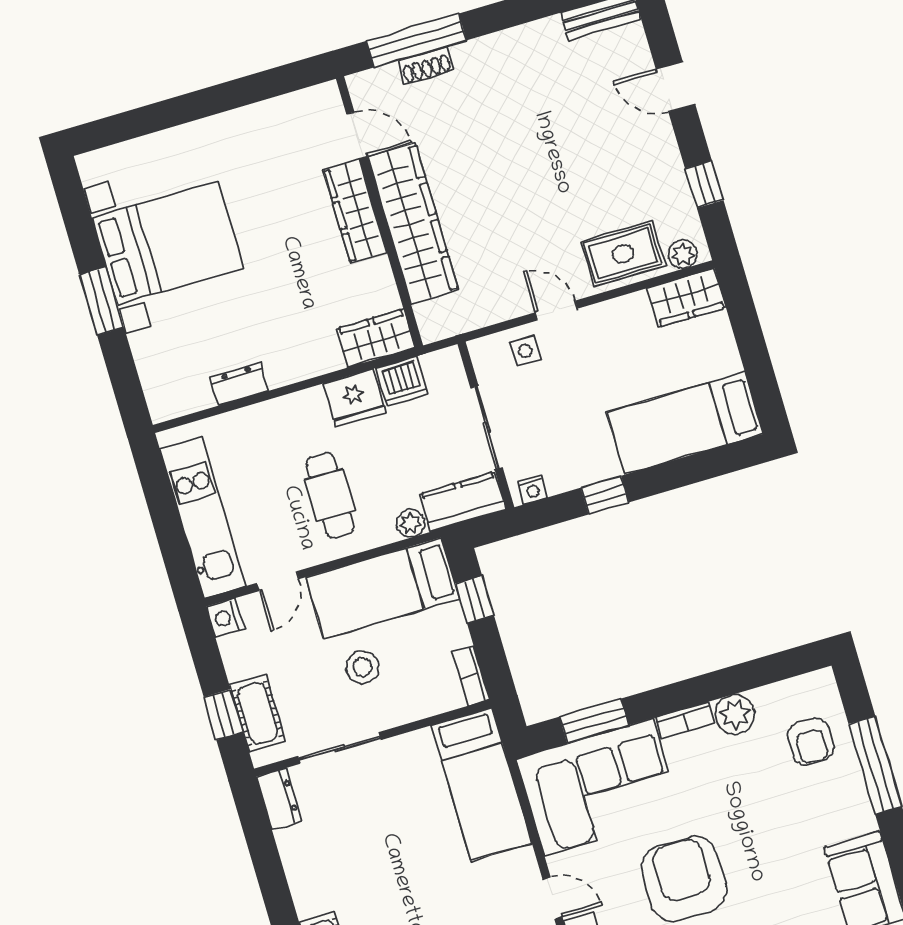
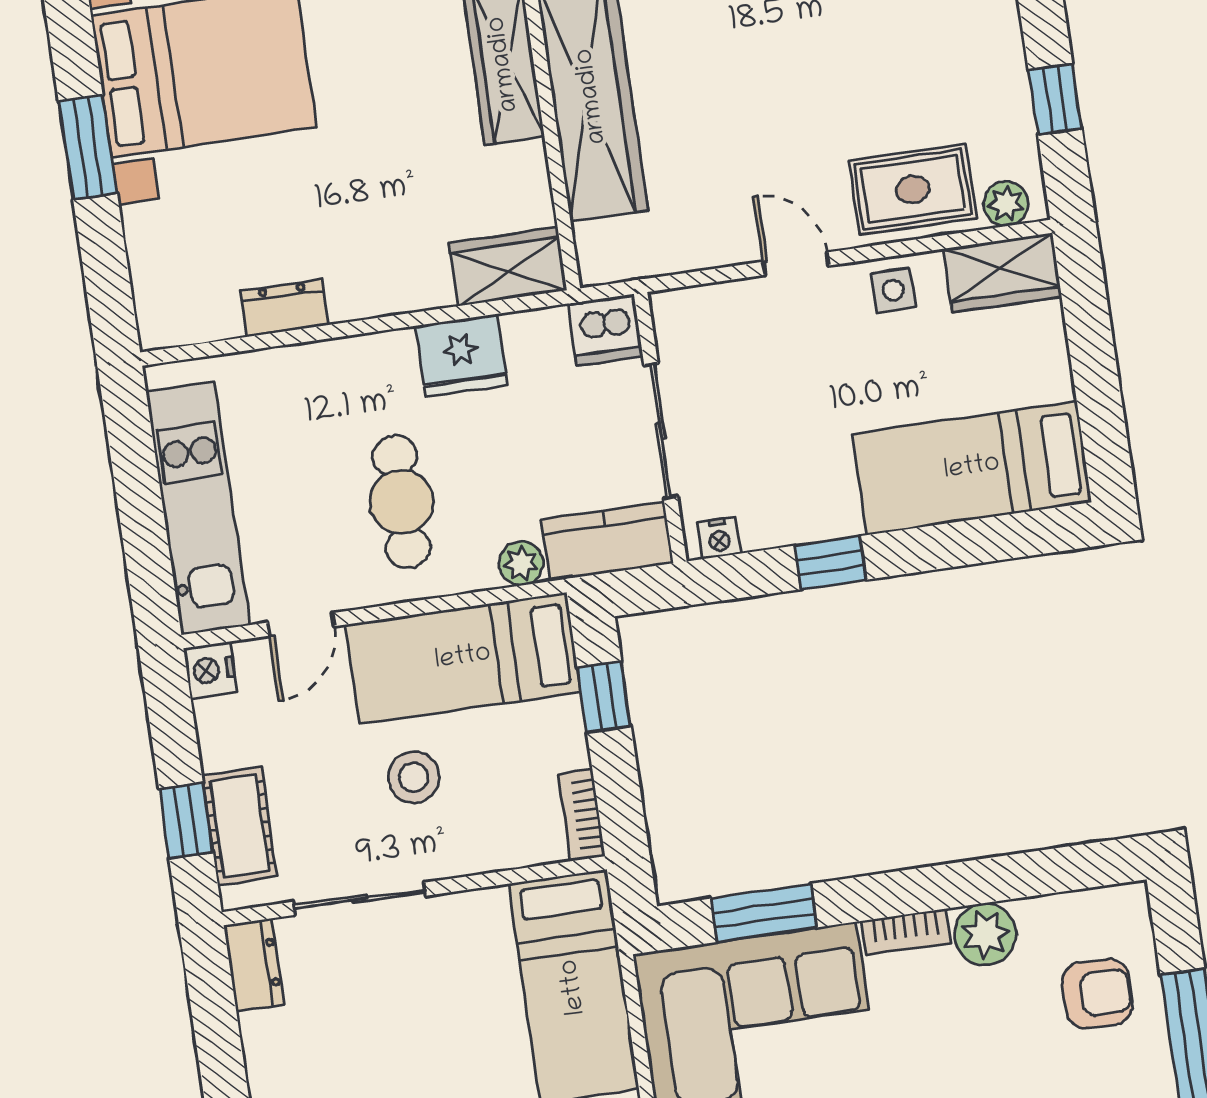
side table: (525, 351) -> (893, 290), moved
dishwasher: (402, 381) -> (605, 330), moved
armchair: (811, 742) -> (1097, 994), turned -90

